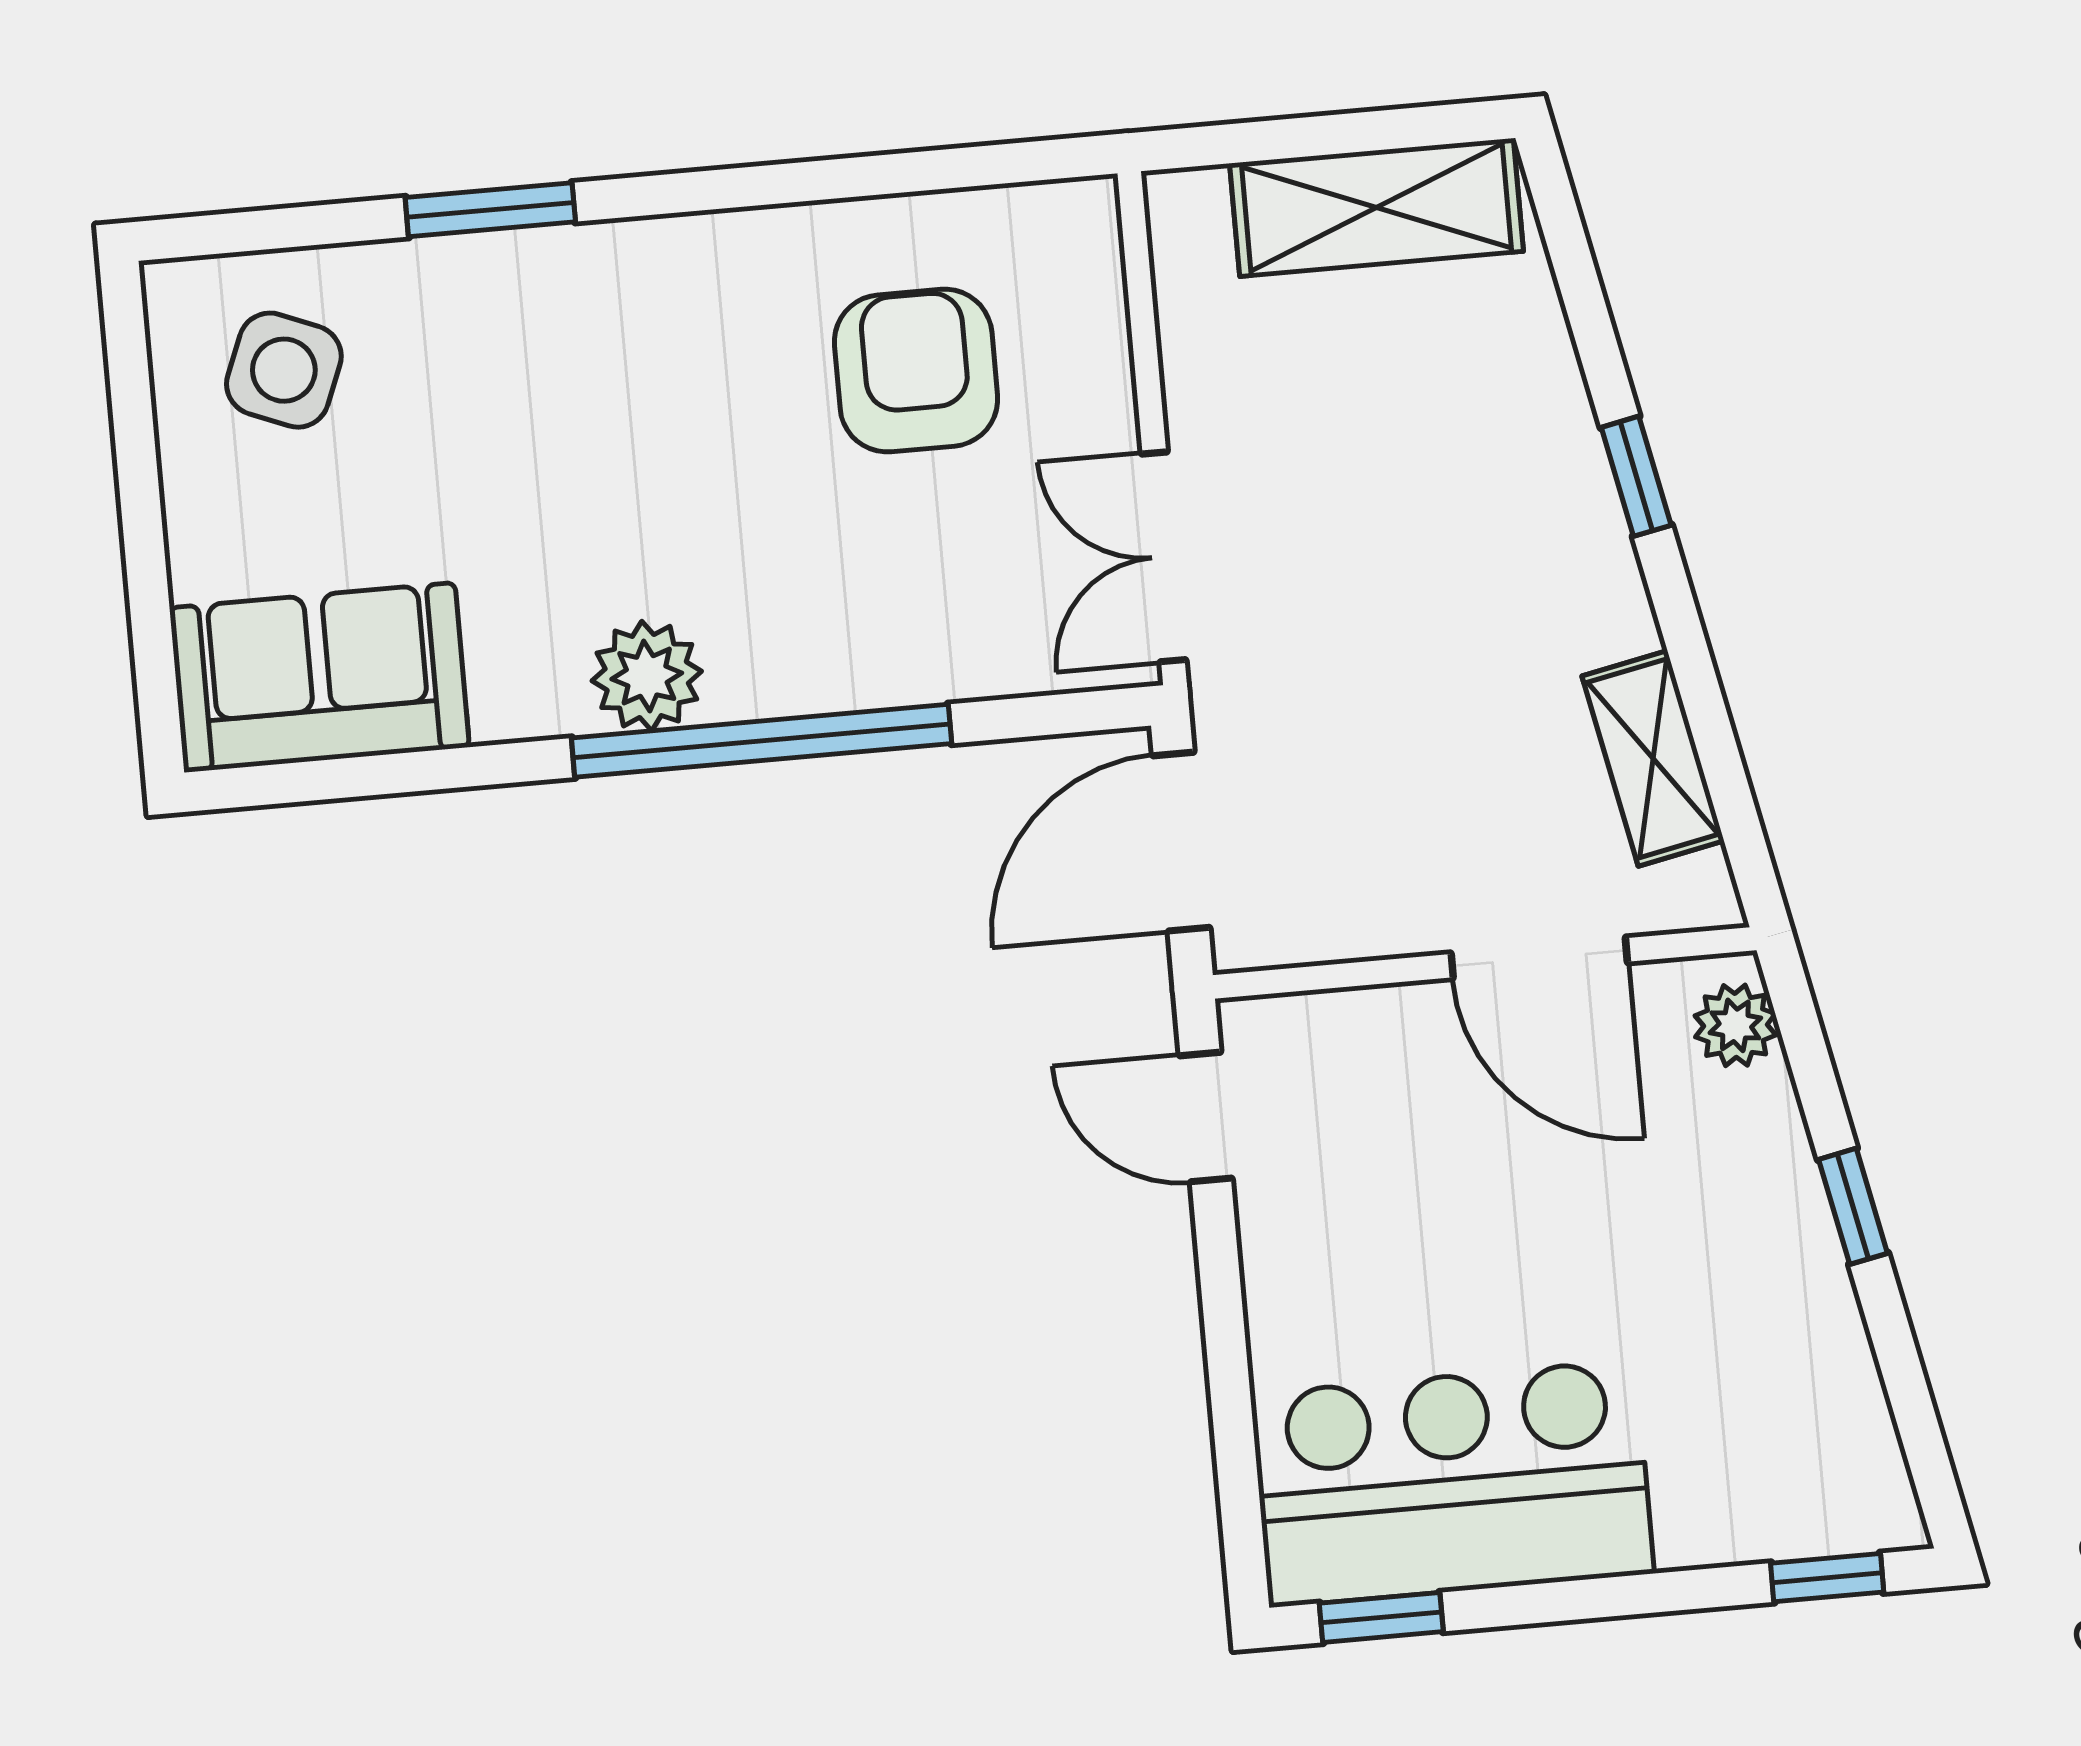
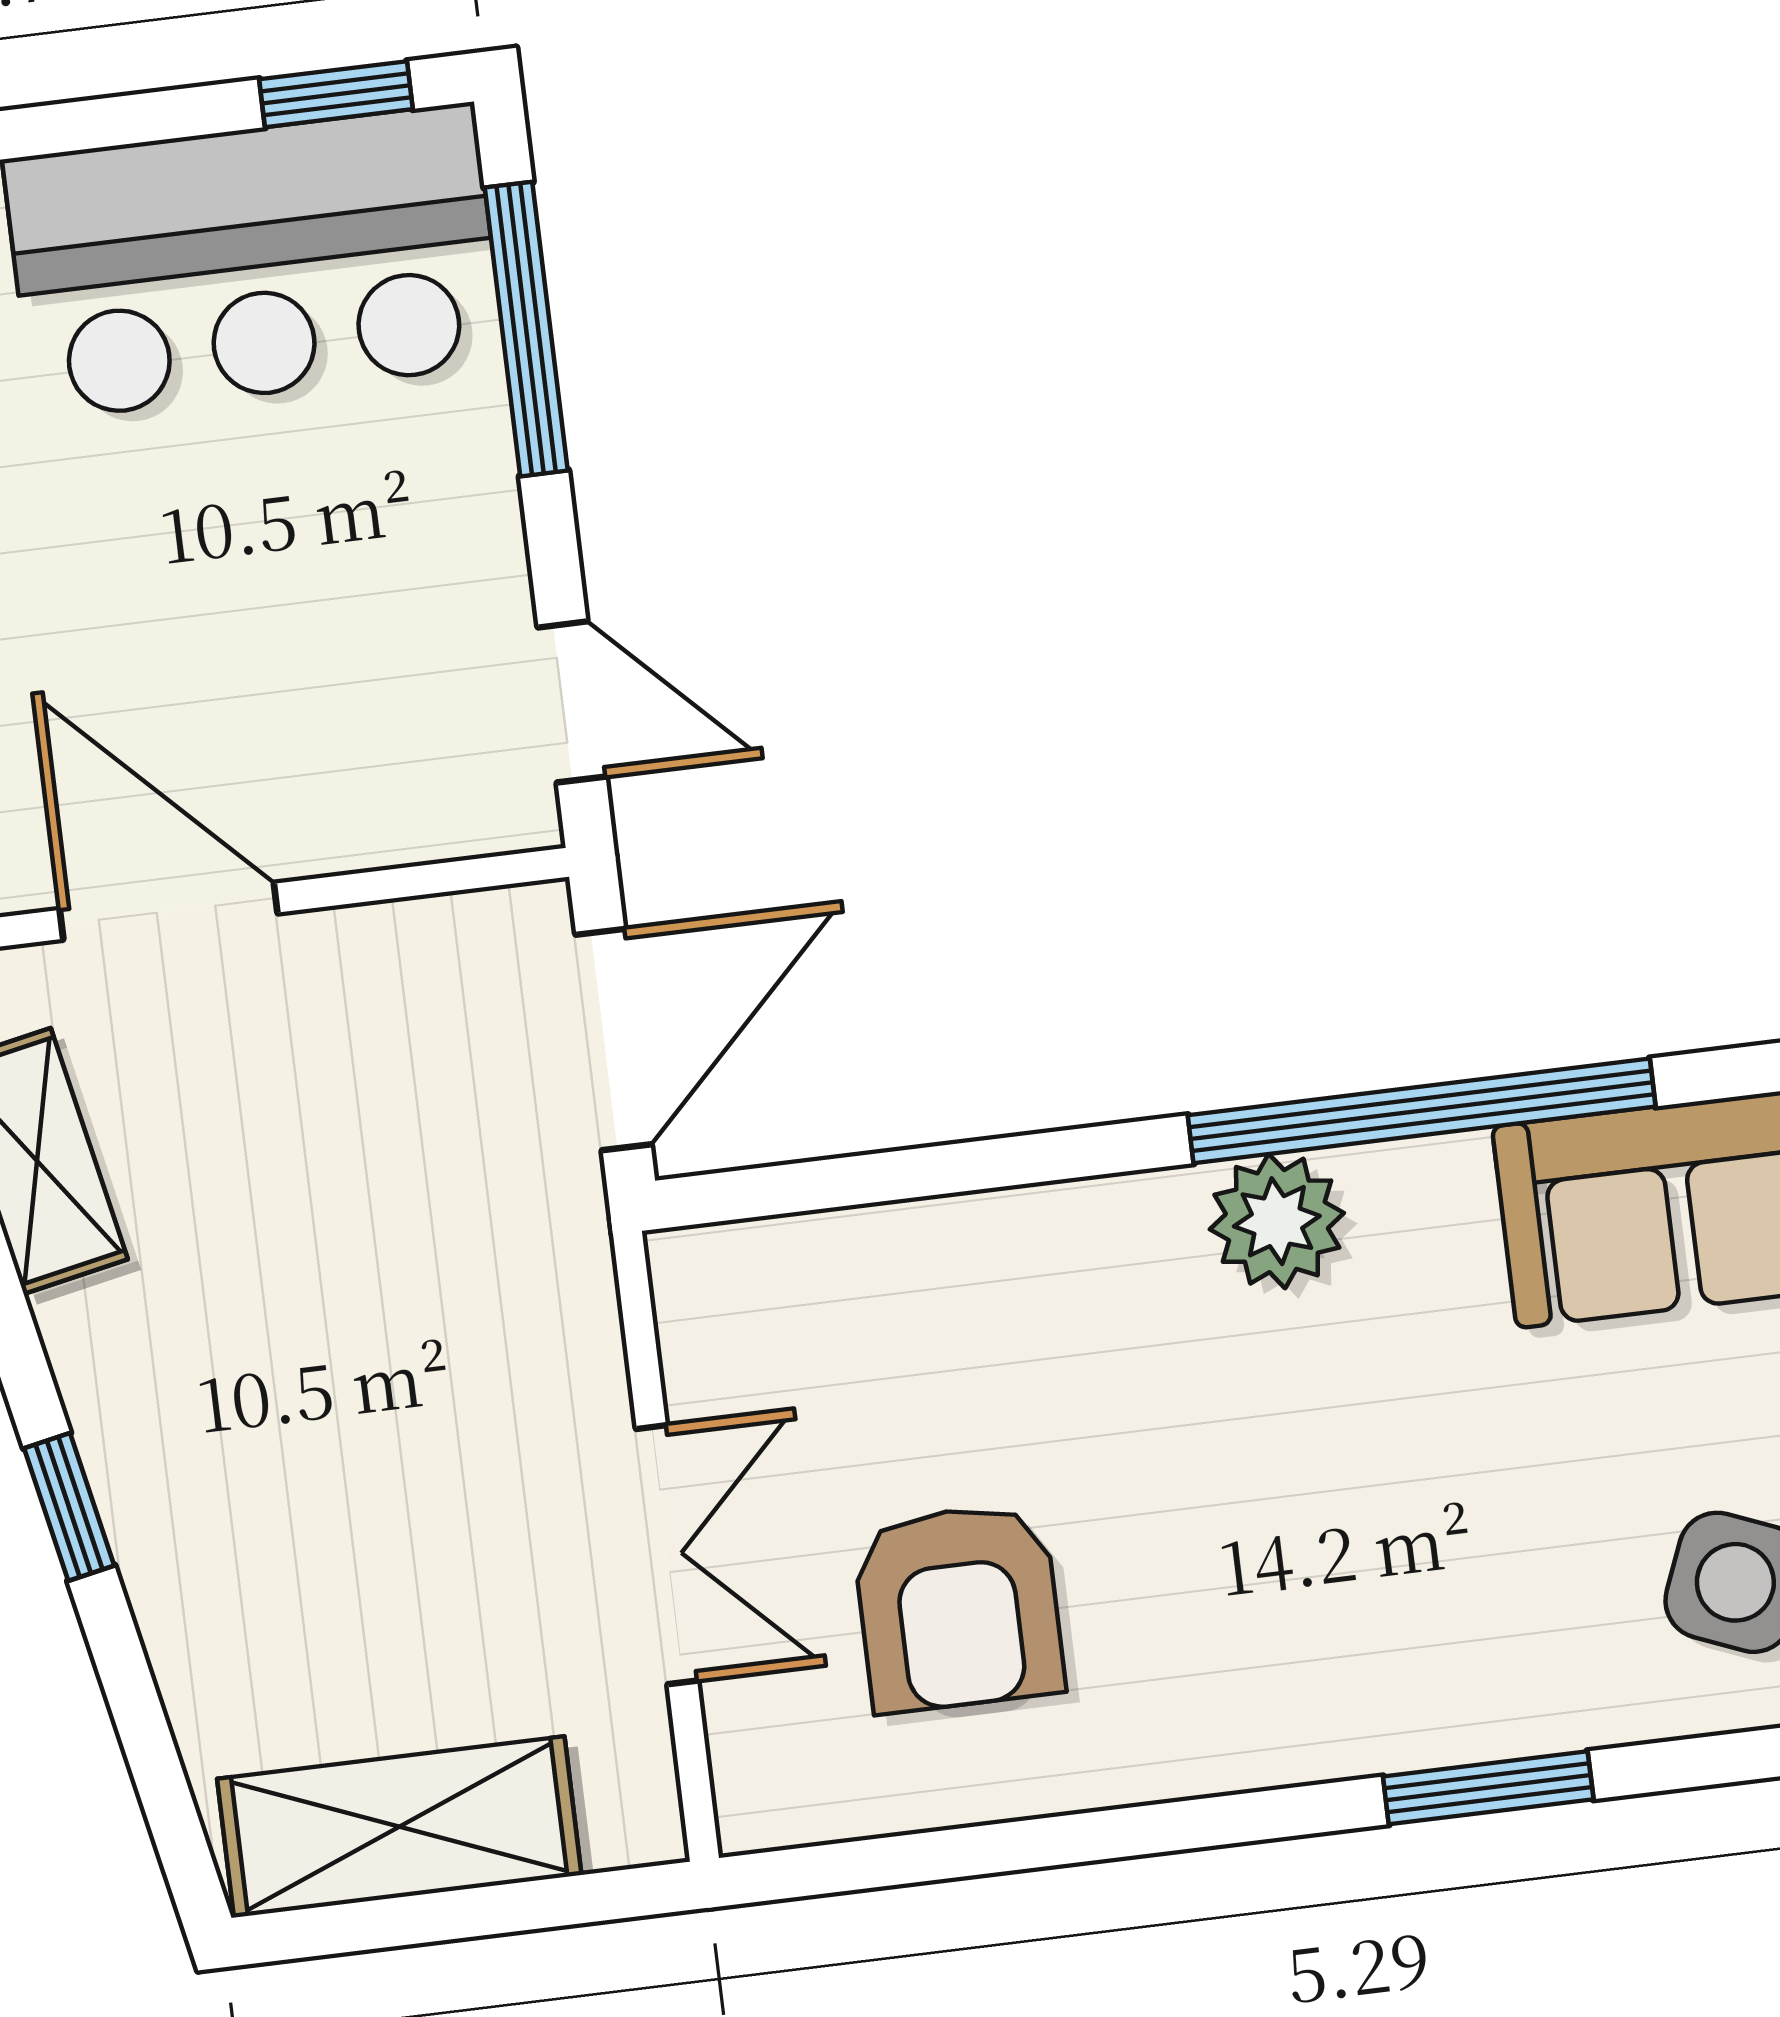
double door: (1164, 557) -> (667, 1555), moved
window: (762, 741) -> (1422, 1111), moved
window: (1233, 1421) -> (526, 329), added

